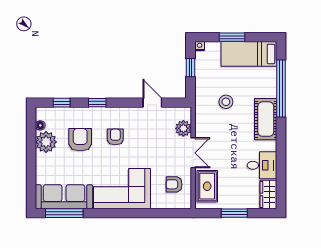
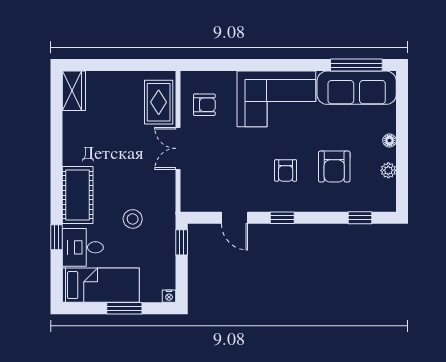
window: (191, 68) -> (182, 242), moved
window: (281, 89) -> (56, 237), width x0.32
window: (97, 103) -> (282, 218), moved
floor lamp: (40, 125) -> (389, 141), moved
plant: (183, 128) -> (191, 182), removed
plant: (46, 142) -> (388, 170), width x0.53, depth x0.53
desk: (262, 165) -> (83, 247), moved
window: (234, 213) -> (121, 65), removed

